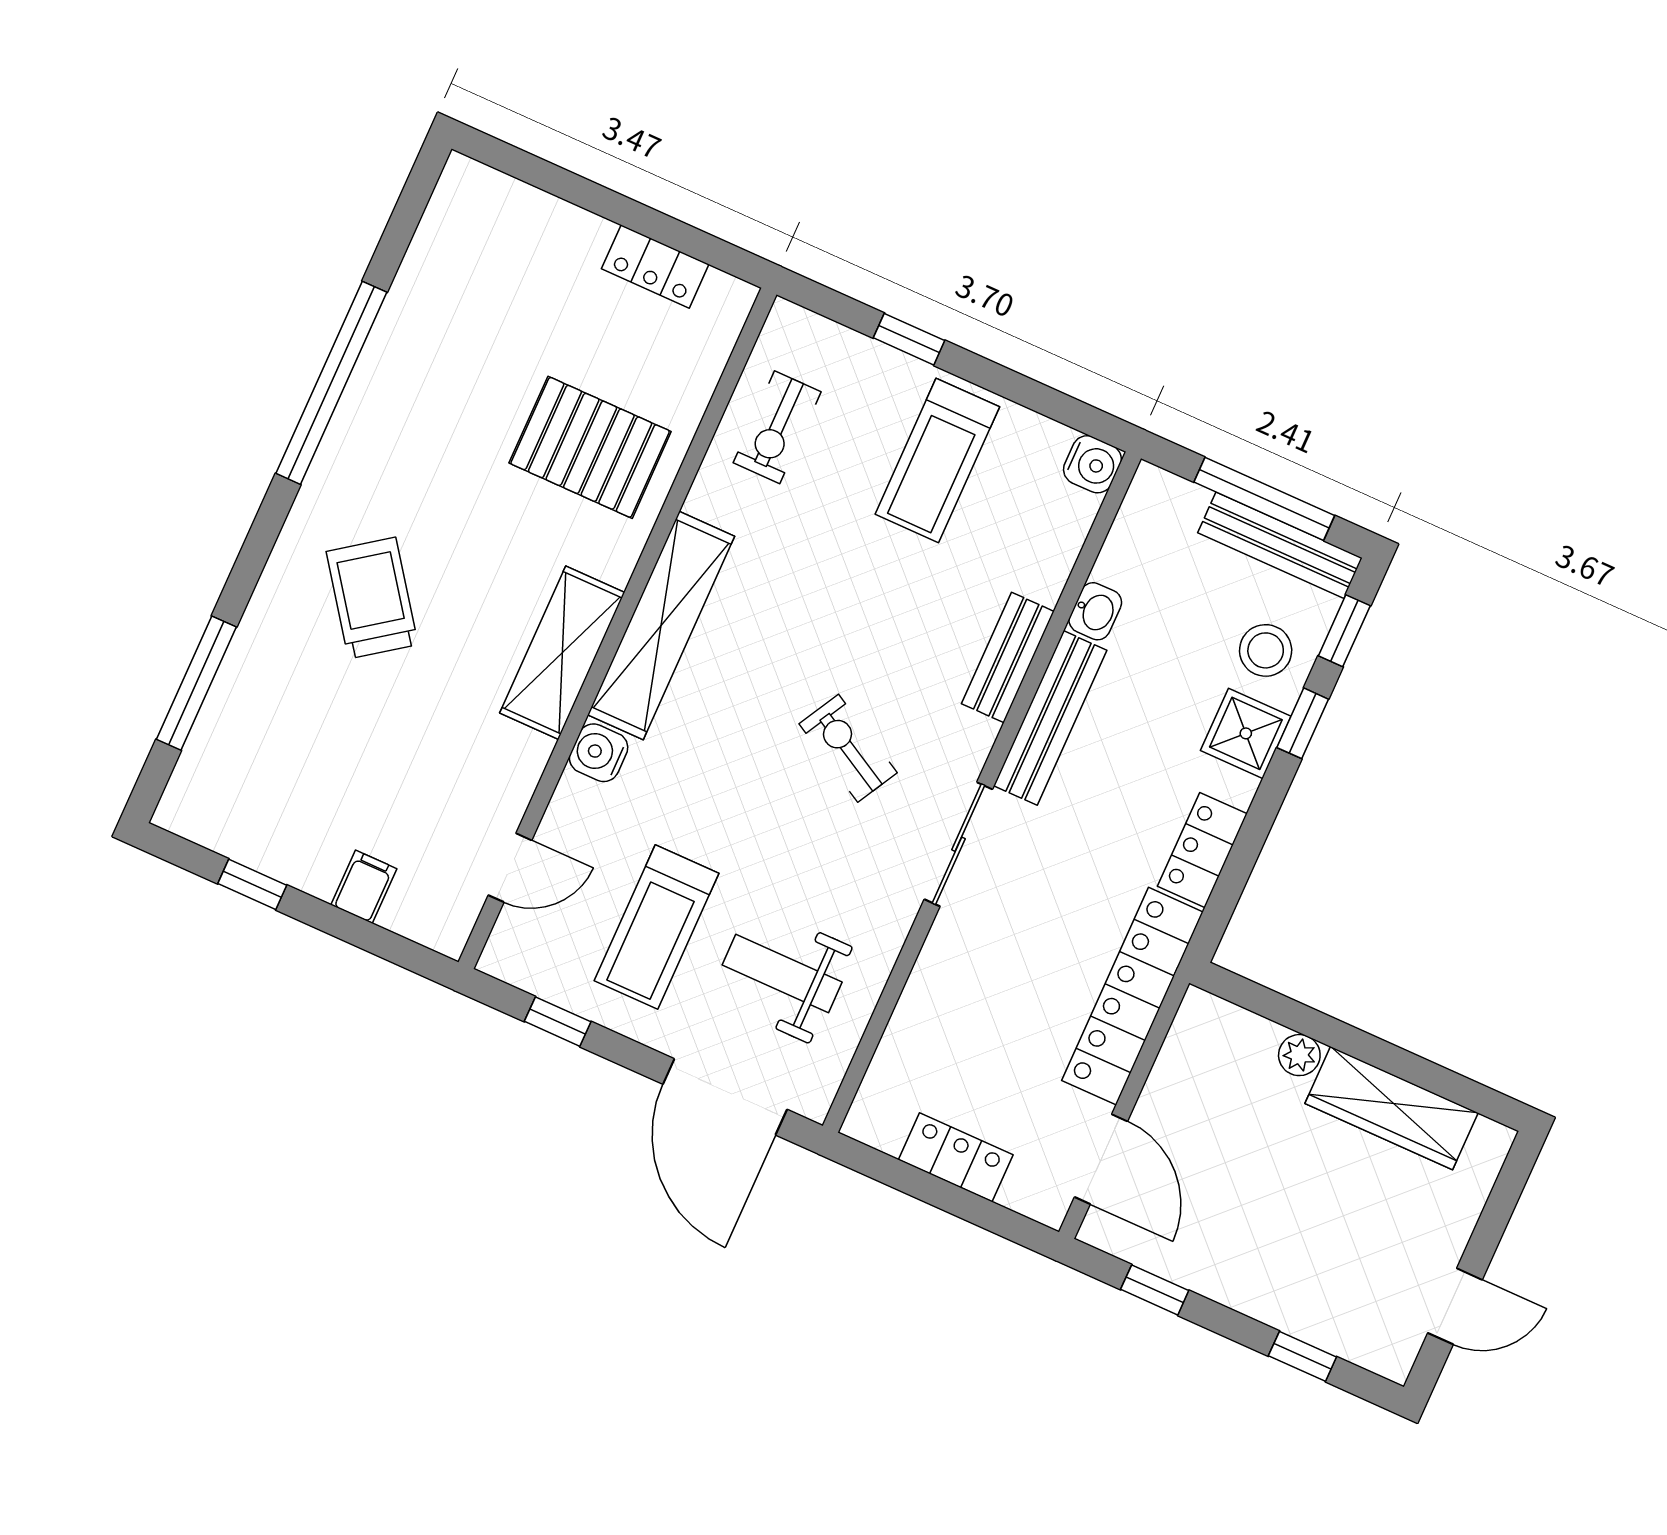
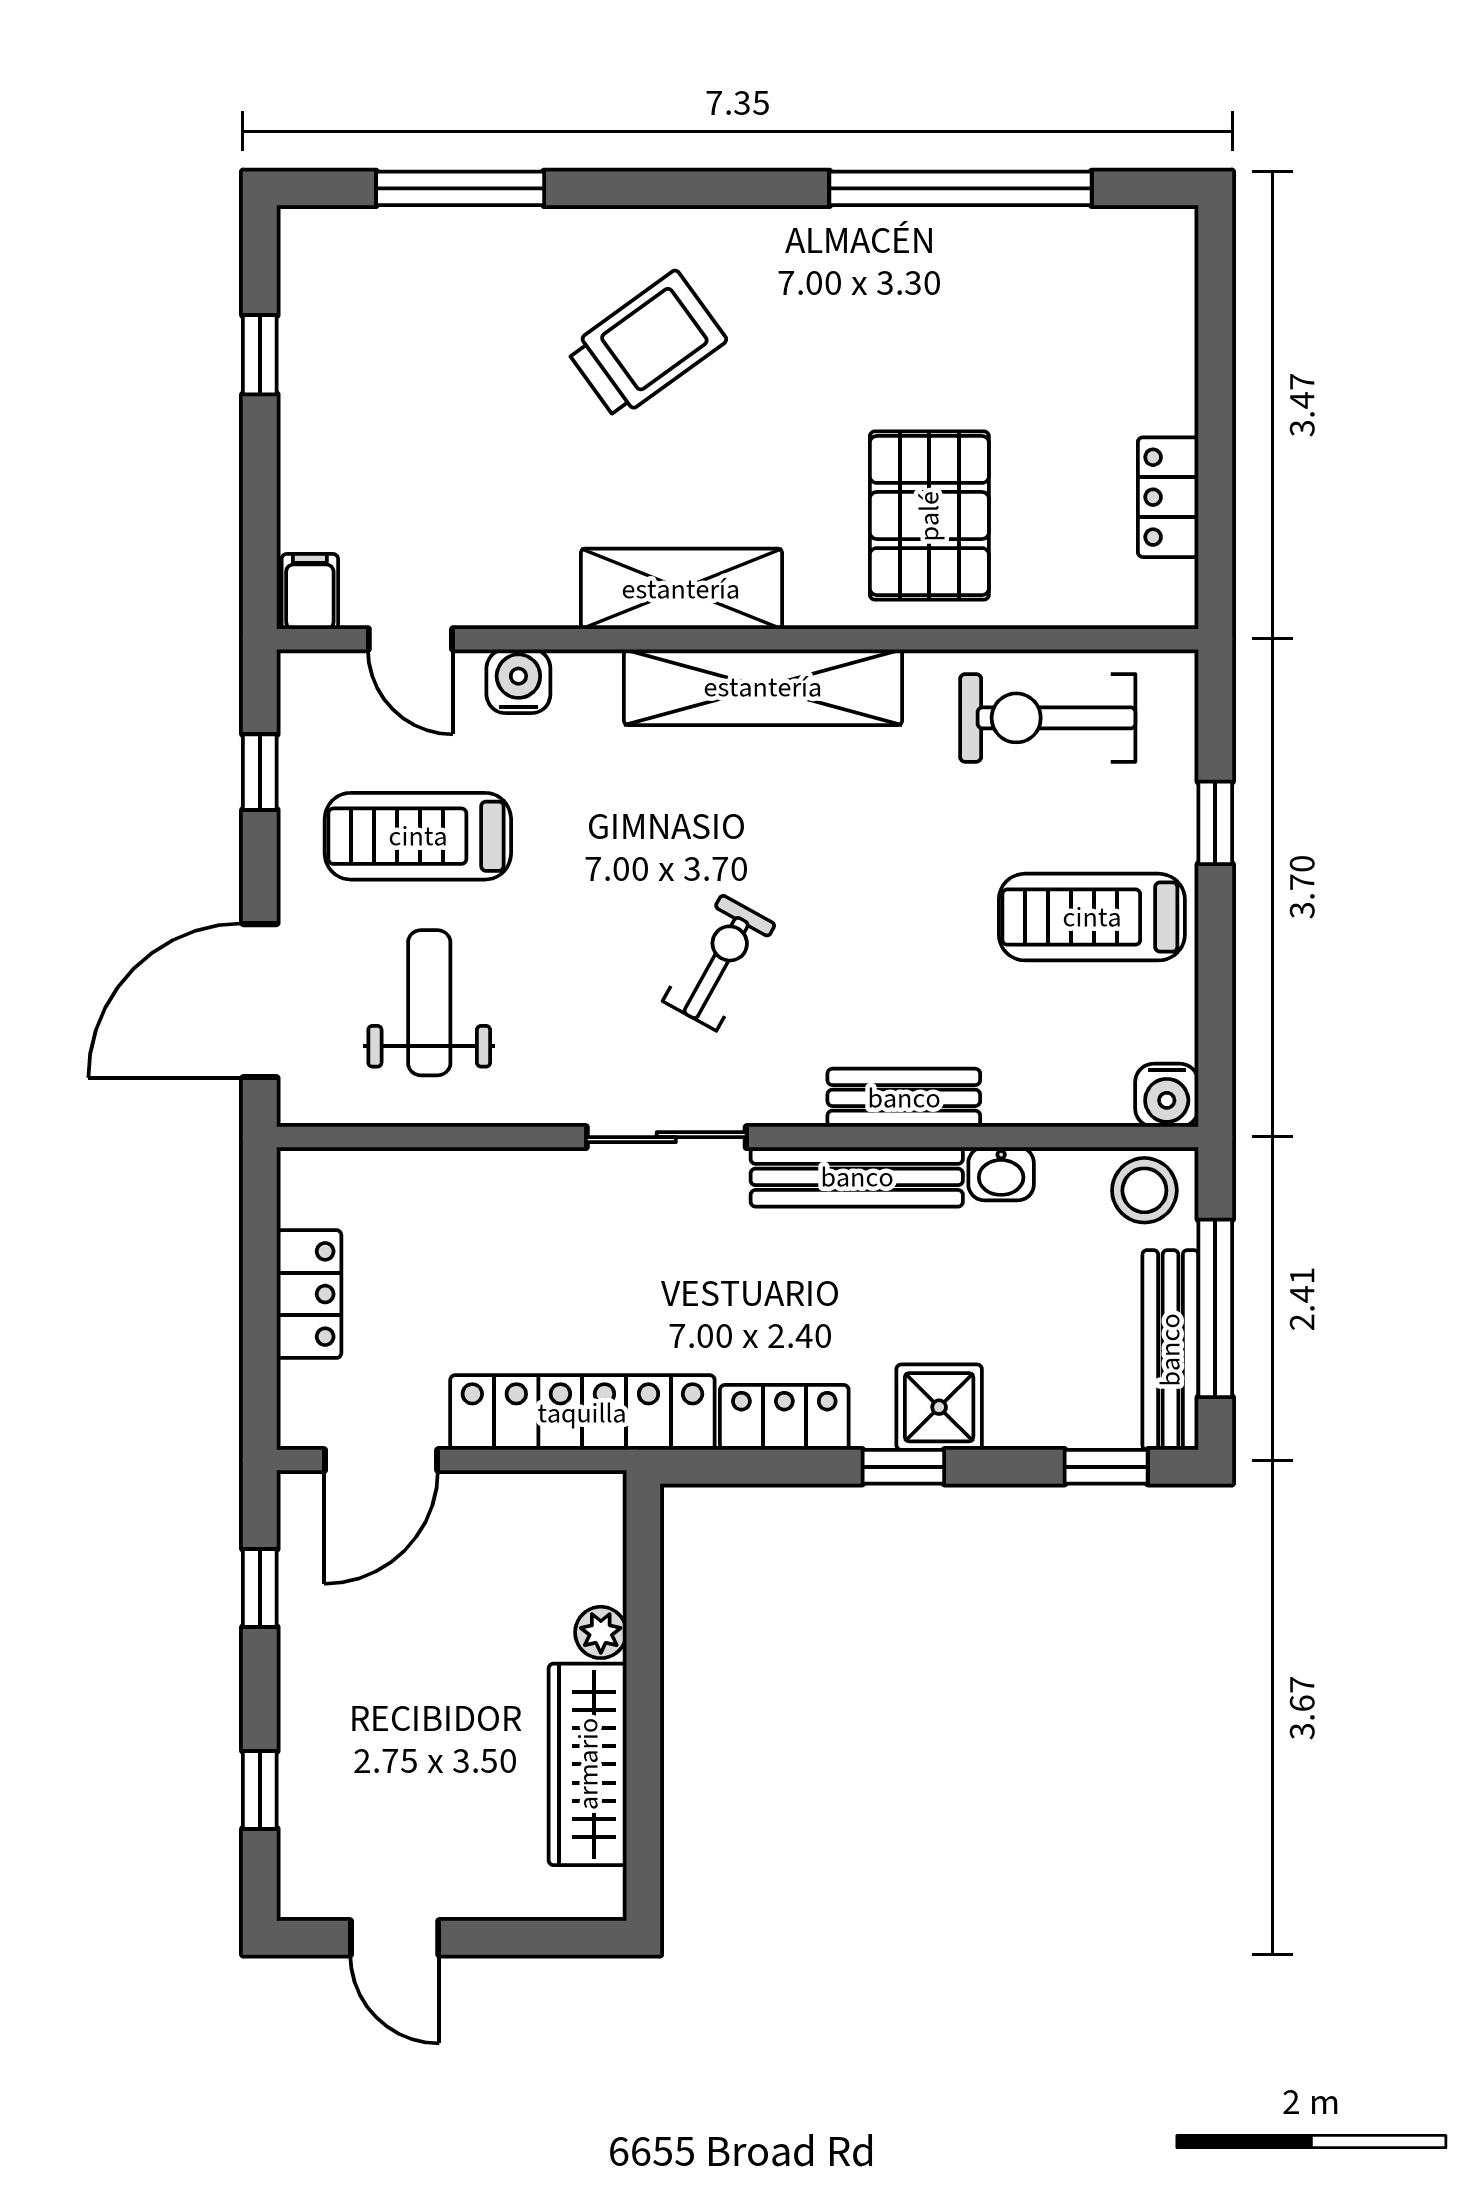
window: (331, 383) -> (961, 188), moved
exercise bike: (777, 427) -> (1048, 718), width x1.38, depth x1.39
stool: (1266, 650) -> (1144, 1190), moved
window: (1303, 723) -> (903, 1467), moved
water cooler: (599, 753) -> (518, 681), moved
filing cabinet: (364, 887) -> (310, 592), moved, turned -90

